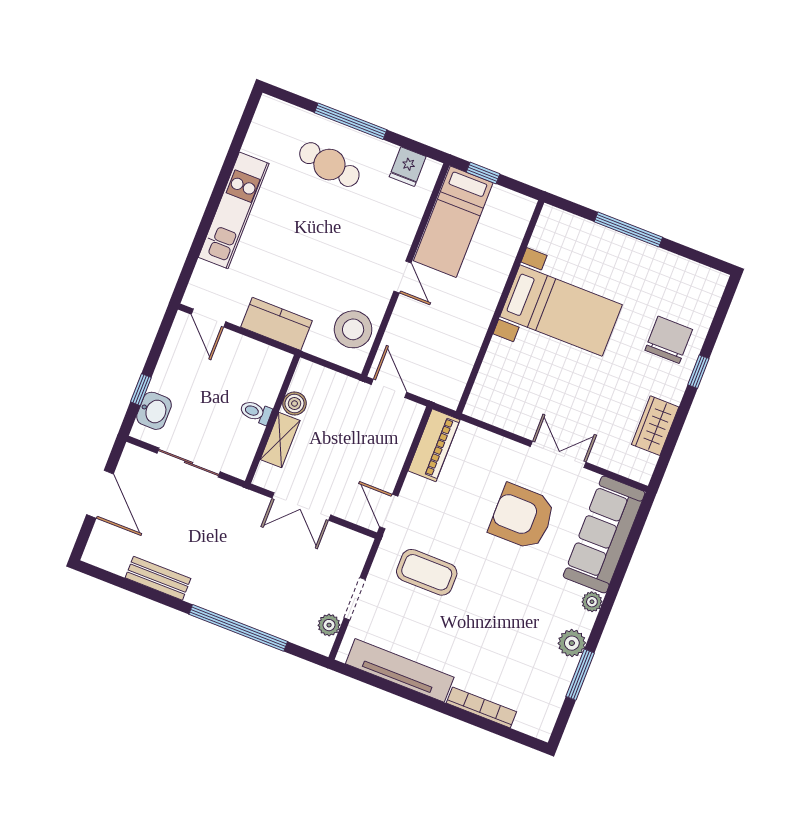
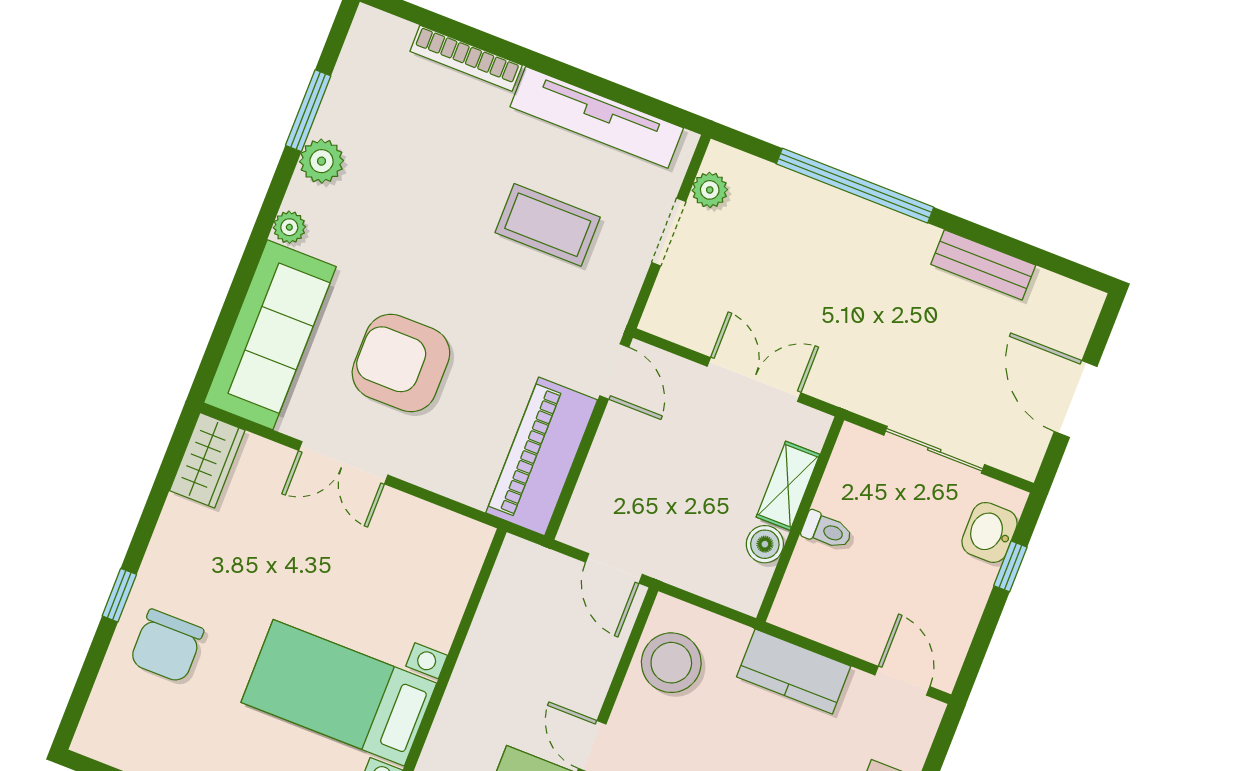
wardrobe: (655, 426) -> (207, 460), moved
piano: (434, 445) -> (542, 456), width x1.37, depth x1.33
armchair: (522, 517) -> (401, 363), turned 180
coffee table: (427, 572) -> (548, 225), moved

